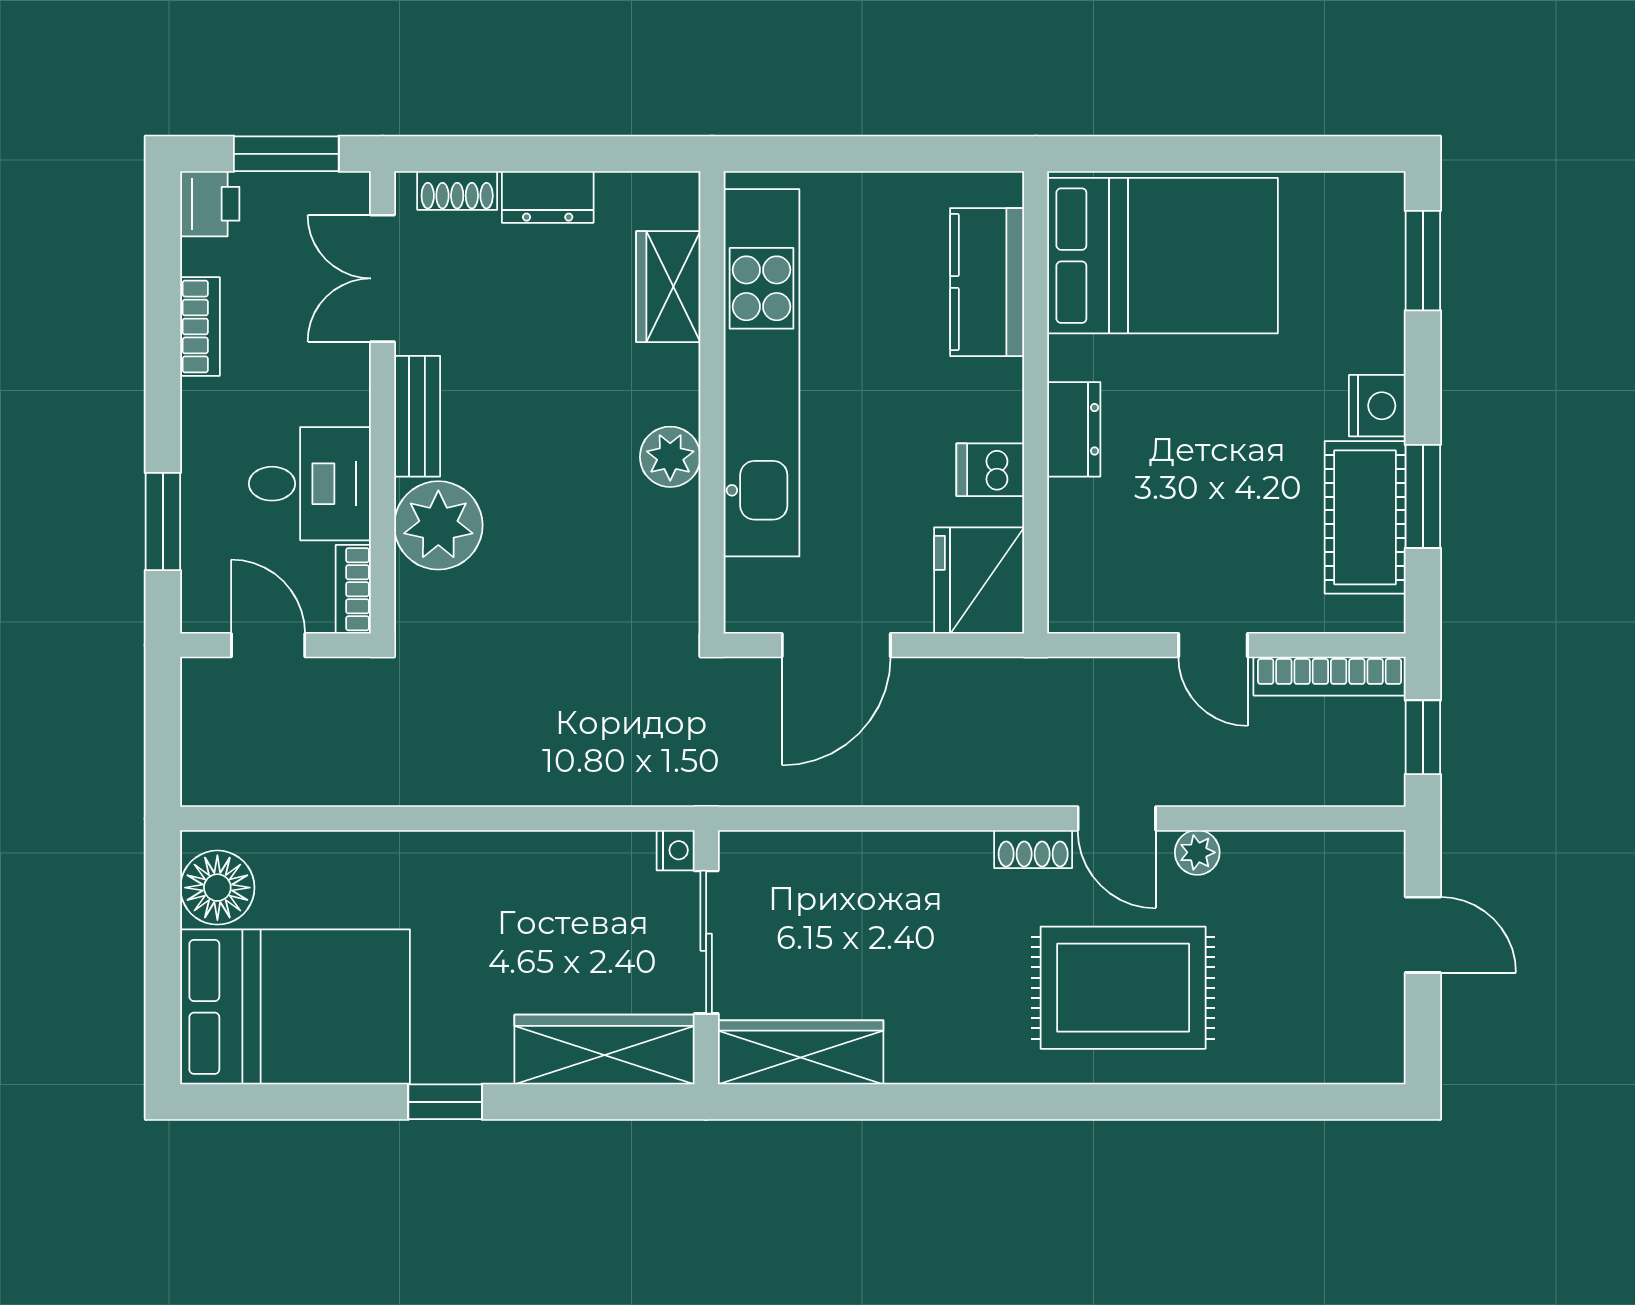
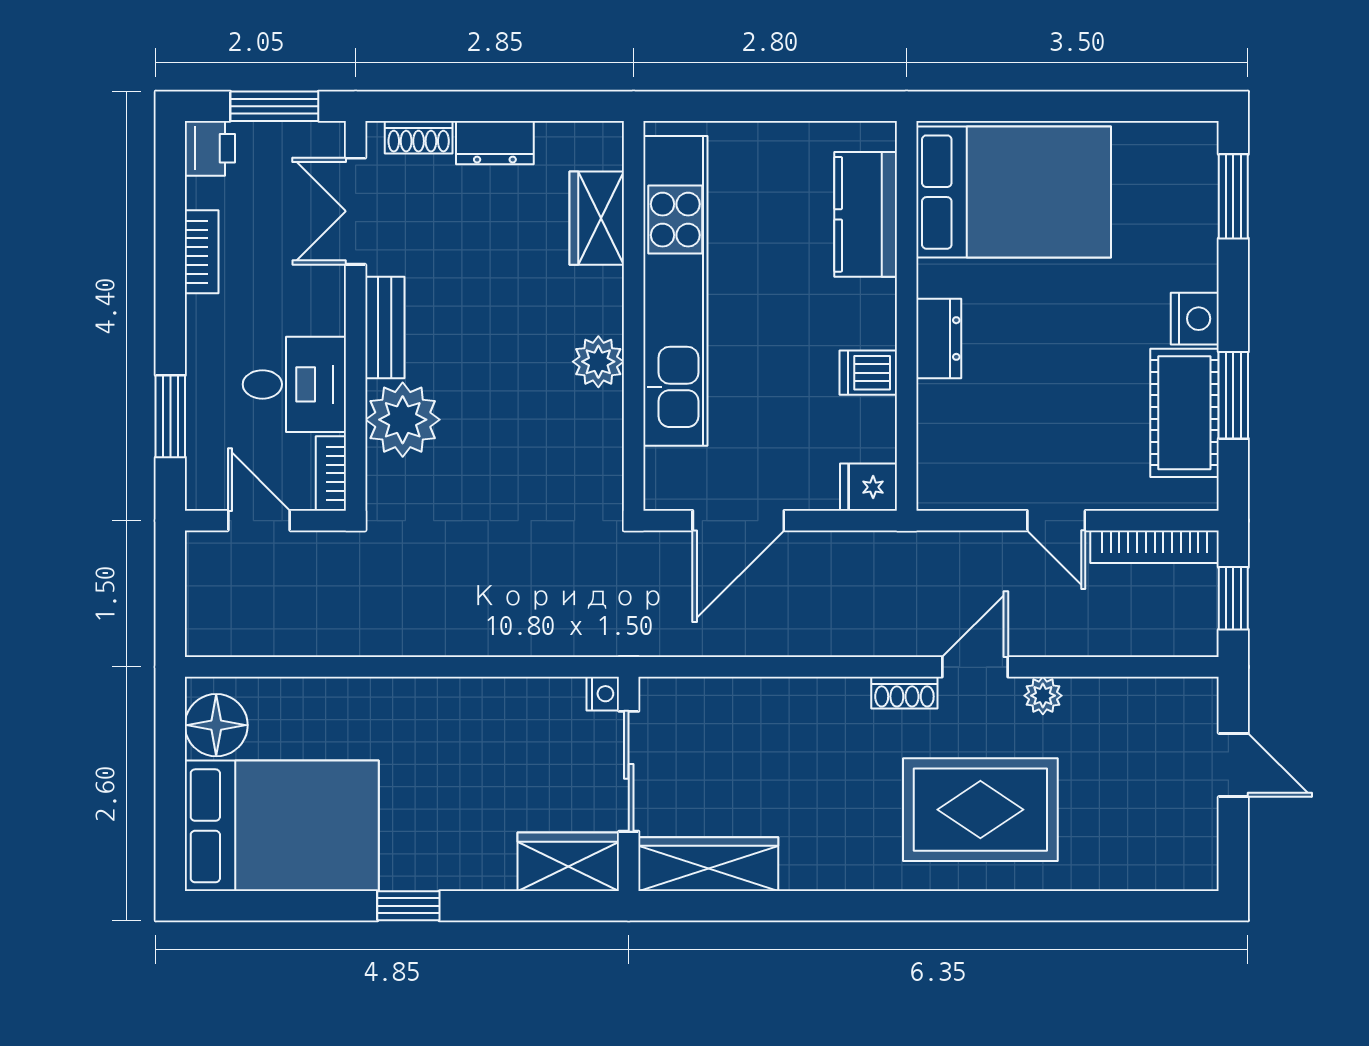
fridge: (979, 580) -> (868, 487), width x0.53, depth x0.75
door: (1117, 818) -> (975, 667), swing flipped
wardrobe: (605, 1050) -> (568, 862), width x0.67

